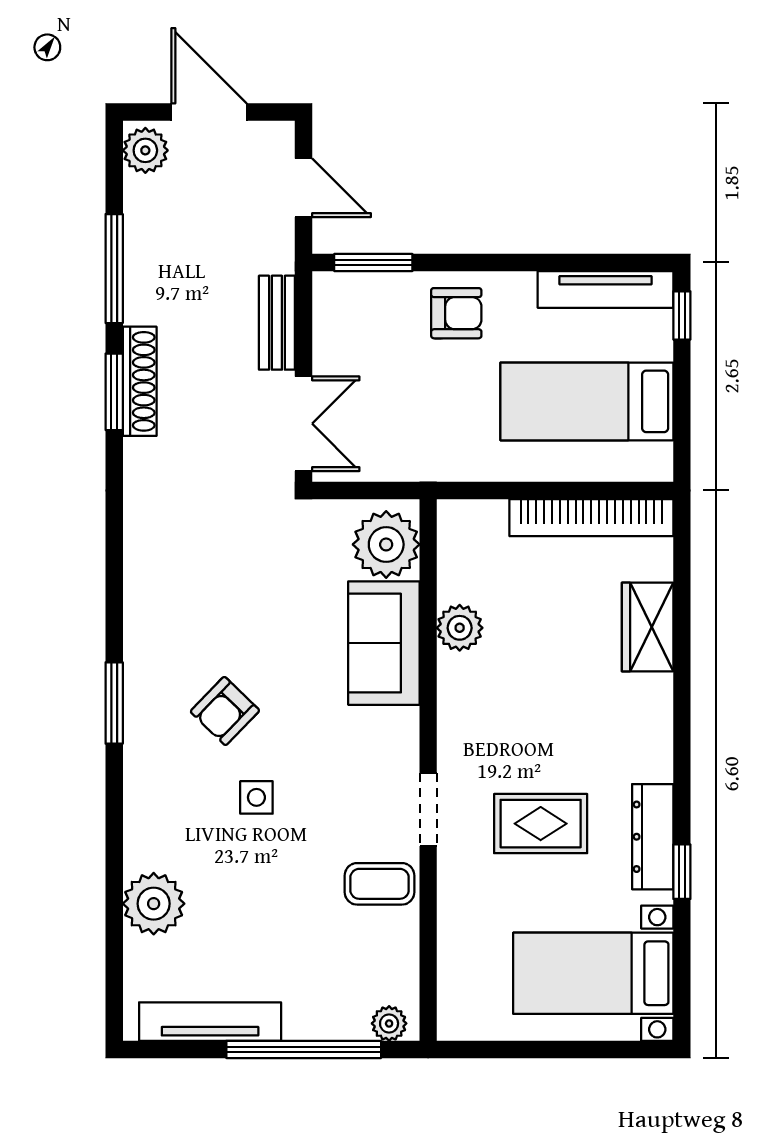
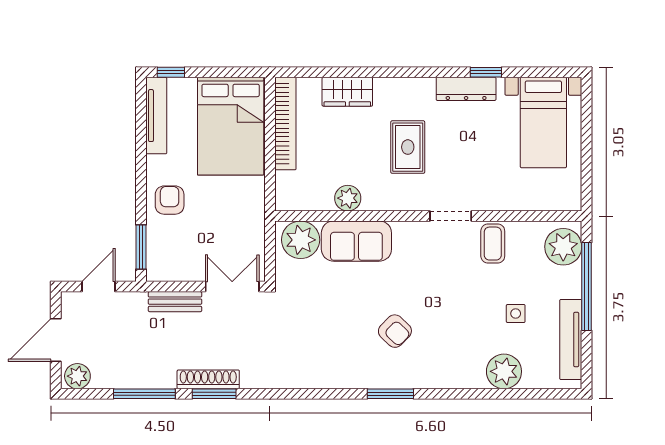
bed: (587, 401) -> (231, 126), width x1.50
side table: (256, 797) -> (516, 314), moved
rug: (541, 824) -> (408, 147), moved
plant: (389, 1023) -> (563, 247), width x1.88, depth x1.88

